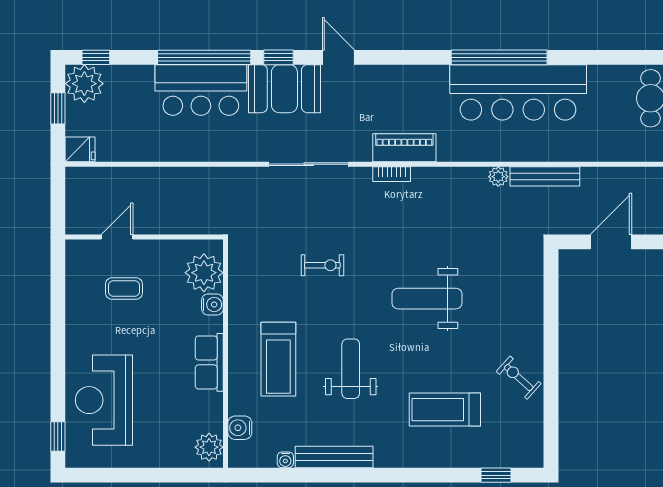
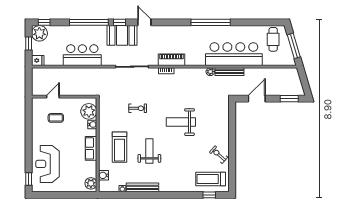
bar counter: (201, 90) -> (82, 55), moved, turned 180
bar counter: (518, 92) -> (234, 54), moved, turned 180
treadmill: (445, 410) -> (211, 179), moved

